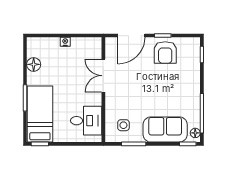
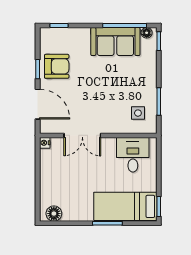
nightstand: (65, 42) -> (45, 143), moved
floor lamp: (34, 64) -> (54, 214), moved
sofa: (165, 129) -> (115, 42), moved, turned -90

